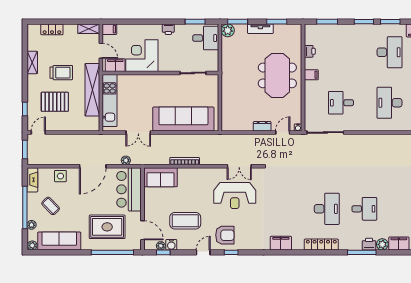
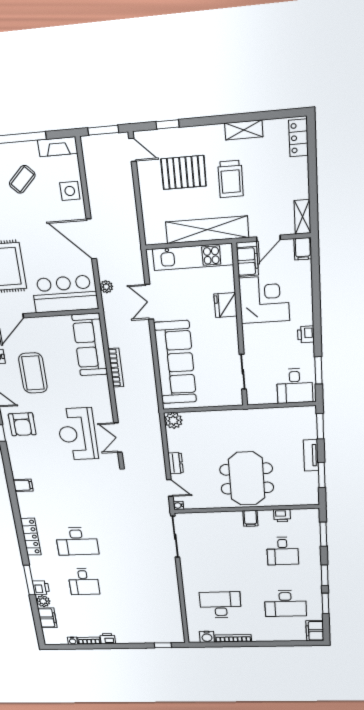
locker: (52, 29) -> (299, 138), moved
plant: (228, 30) -> (173, 421), moved
meeting table: (277, 75) -> (247, 479), turned 90
fridge: (144, 82) -> (226, 305), added
pallet: (55, 102) -> (184, 172), turned 90
desk: (341, 103) -> (283, 551), moved, turned 180
sofa: (160, 177) -> (90, 345), width x1.36
filing cabinet: (281, 243) -> (23, 485), width x0.50

